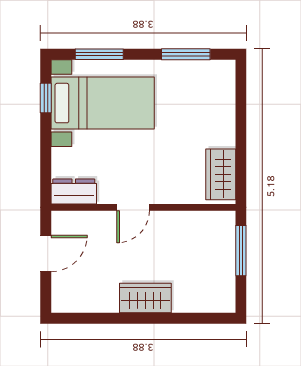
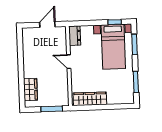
wardrobe: (221, 174) -> (90, 99), width x1.50
door: (46, 253) -> (47, 25), swing flipped
wardrobe: (145, 298) -> (30, 89), moved

